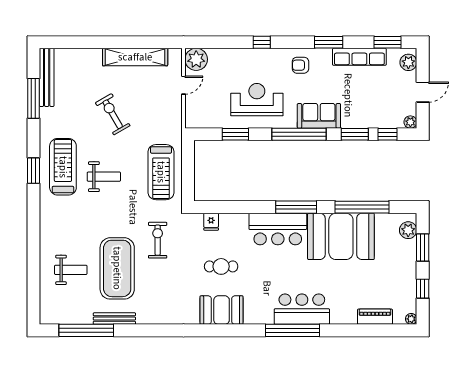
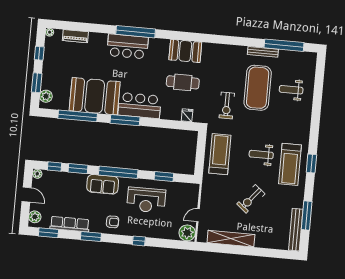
door: (423, 92) -> (26, 195), swing flipped
exercise bike: (113, 114) -> (251, 199), turned 69
cafe table: (221, 266) -> (183, 82), width x1.37, depth x1.35

